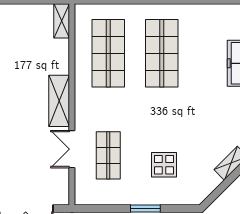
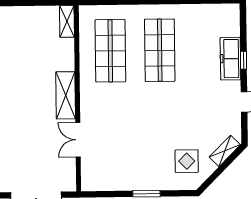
shop shelf: (108, 155) -> (111, 145), removed
display table: (164, 165) -> (187, 161), moved

